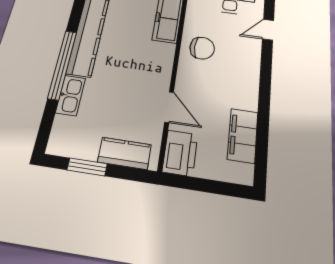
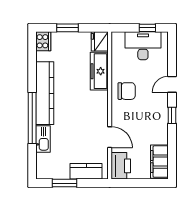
door: (268, 30) -> (172, 84), moved
window: (265, 90) -> (172, 115), added
filing cabinet: (243, 136) -> (159, 162), moved

